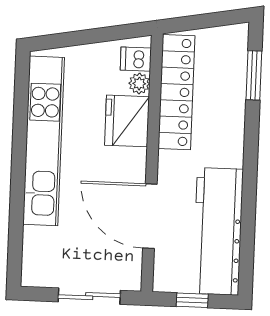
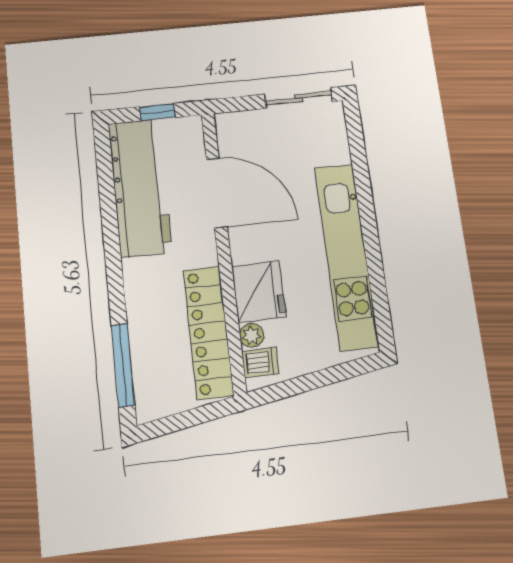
window: (254, 75) -> (123, 365), width x1.44
sliding door: (89, 296) -> (299, 98), moved

